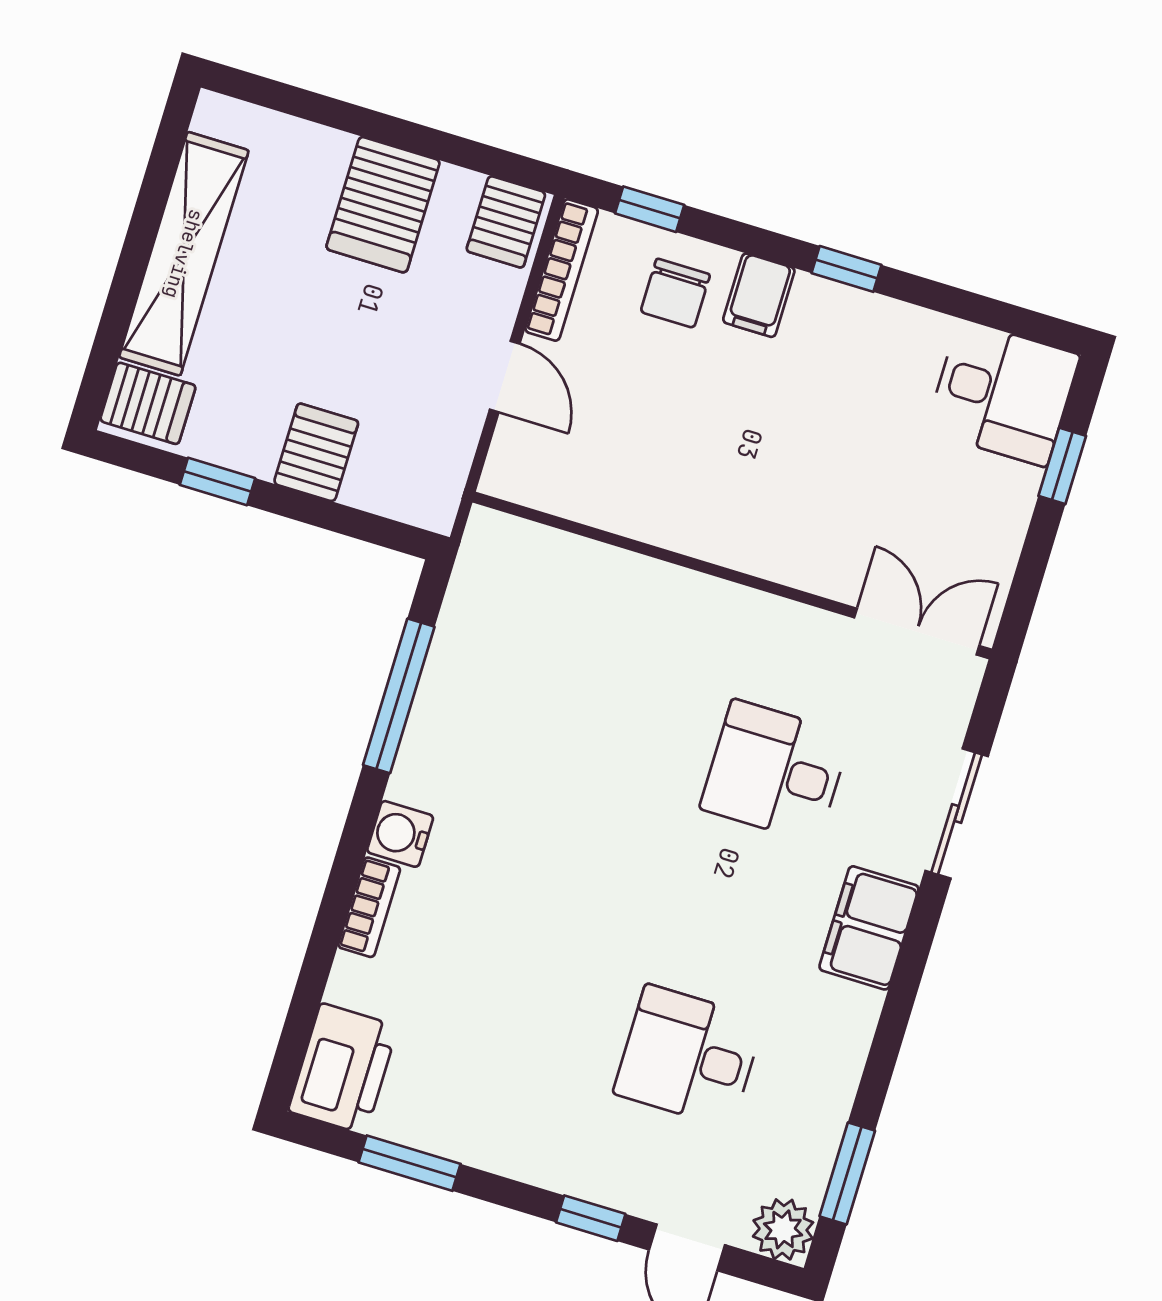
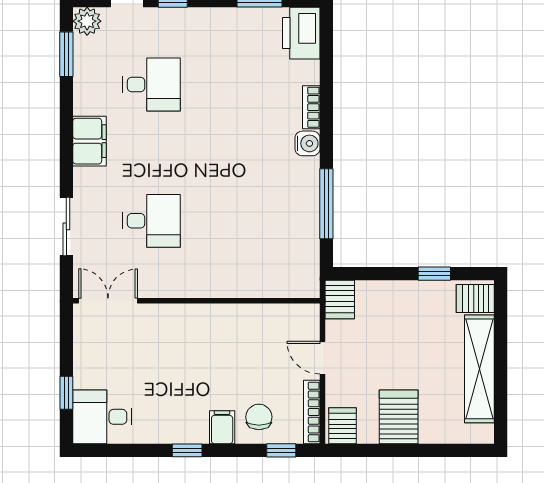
server rack: (316, 452) -> (340, 299), moved
double door: (917, 632) -> (108, 301), swing flipped
filing cabinet: (869, 928) -> (90, 141), moved

